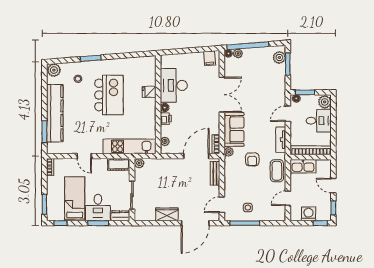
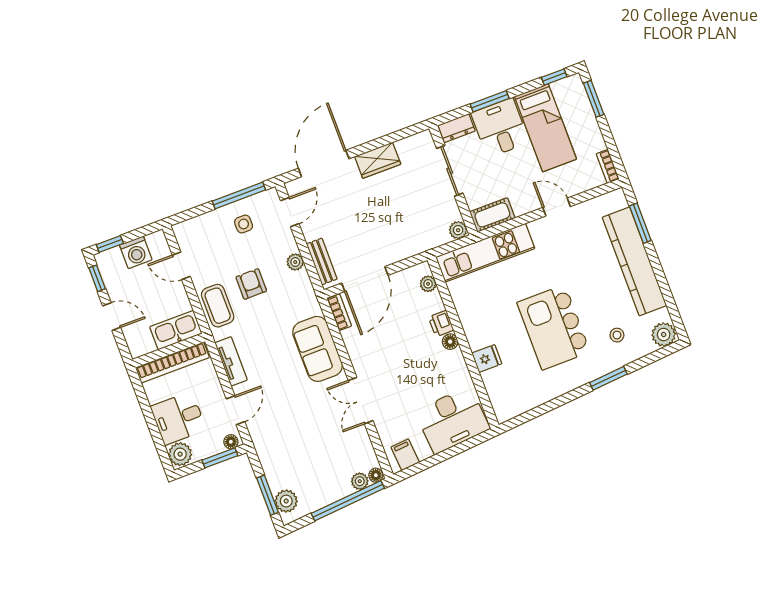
desk: (174, 85) -> (452, 420), moved, turned 85
double door: (222, 95) -> (361, 401), width x0.73
plant: (229, 152) -> (295, 262), moved
armchair: (252, 159) -> (251, 284), moved
door: (288, 198) -> (181, 266), swing flipped

